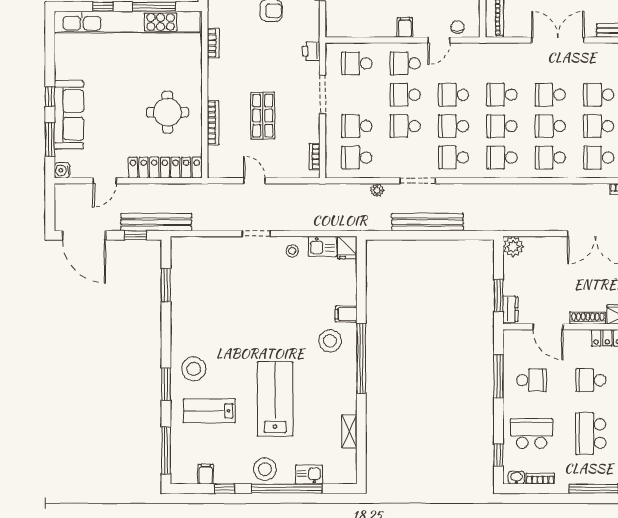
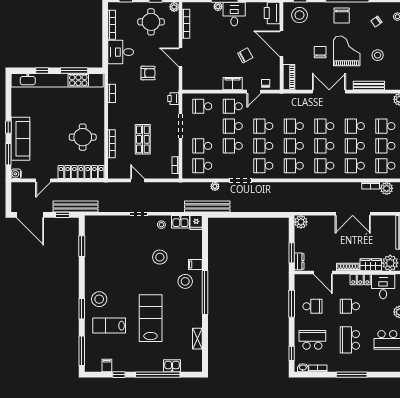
filing cabinet: (405, 27) -> (233, 84), width x2.00
bench: (428, 222) -> (207, 206), moved
stool: (265, 469) -> (160, 257), moved

